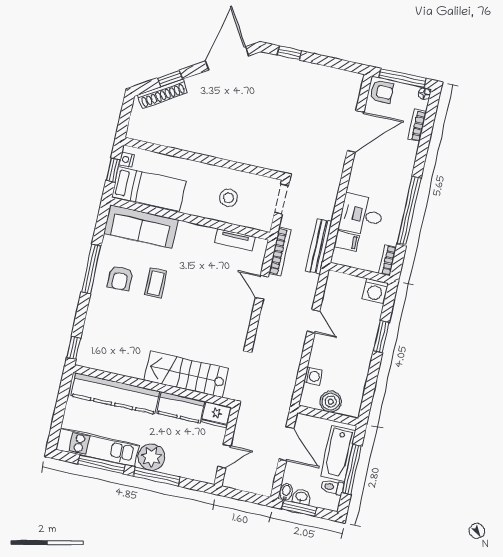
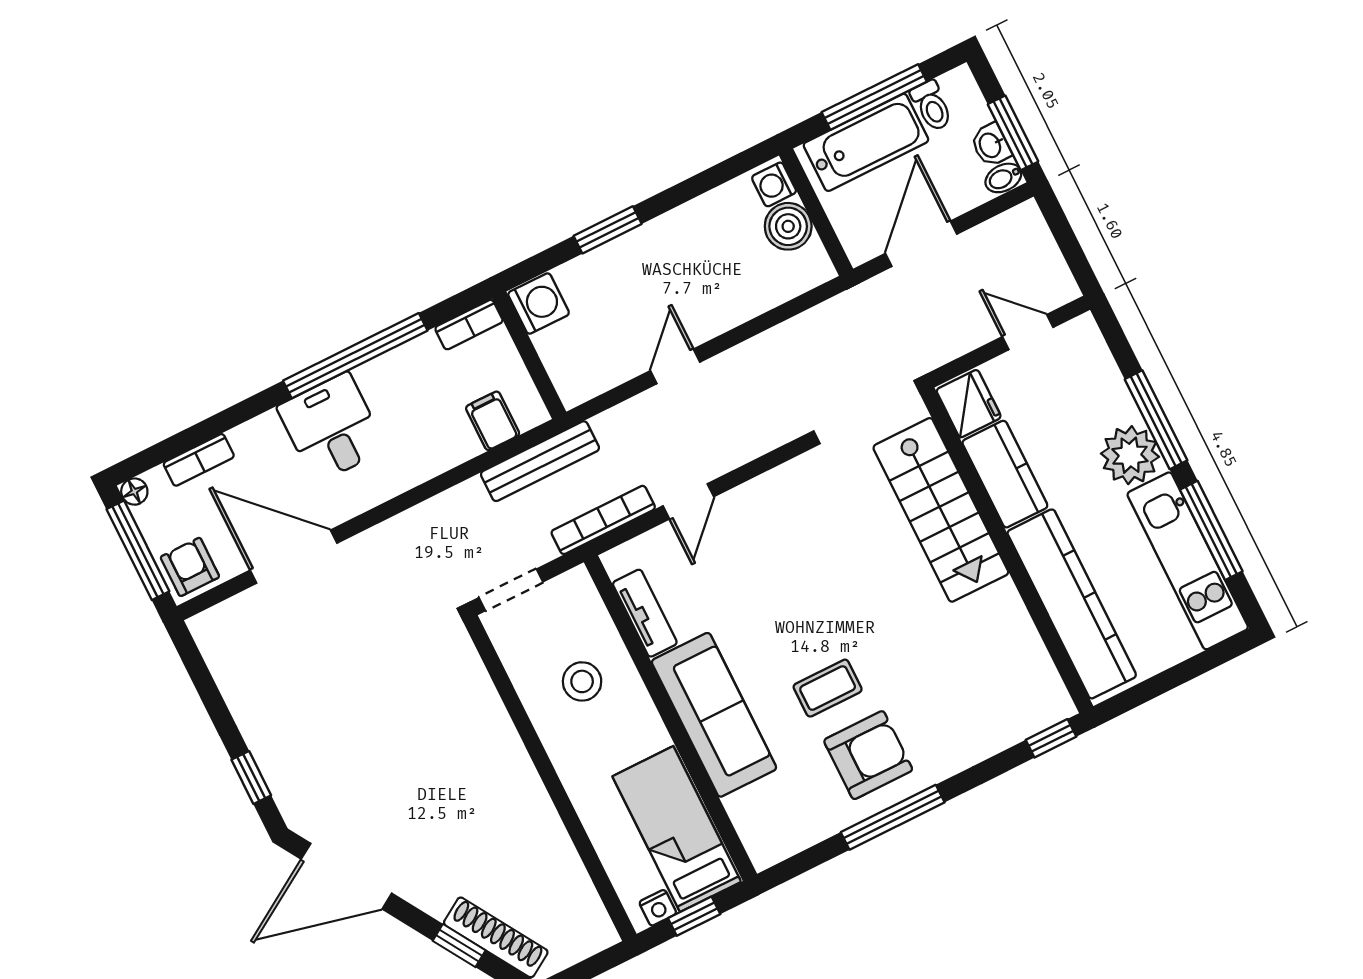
desk: (361, 215) -> (332, 428), moved, turned 180
sofa: (141, 227) -> (714, 715), moved
armchair: (120, 278) -> (868, 755), width x1.38, depth x1.38
washing machine: (313, 376) -> (774, 184), moved, turned -90

